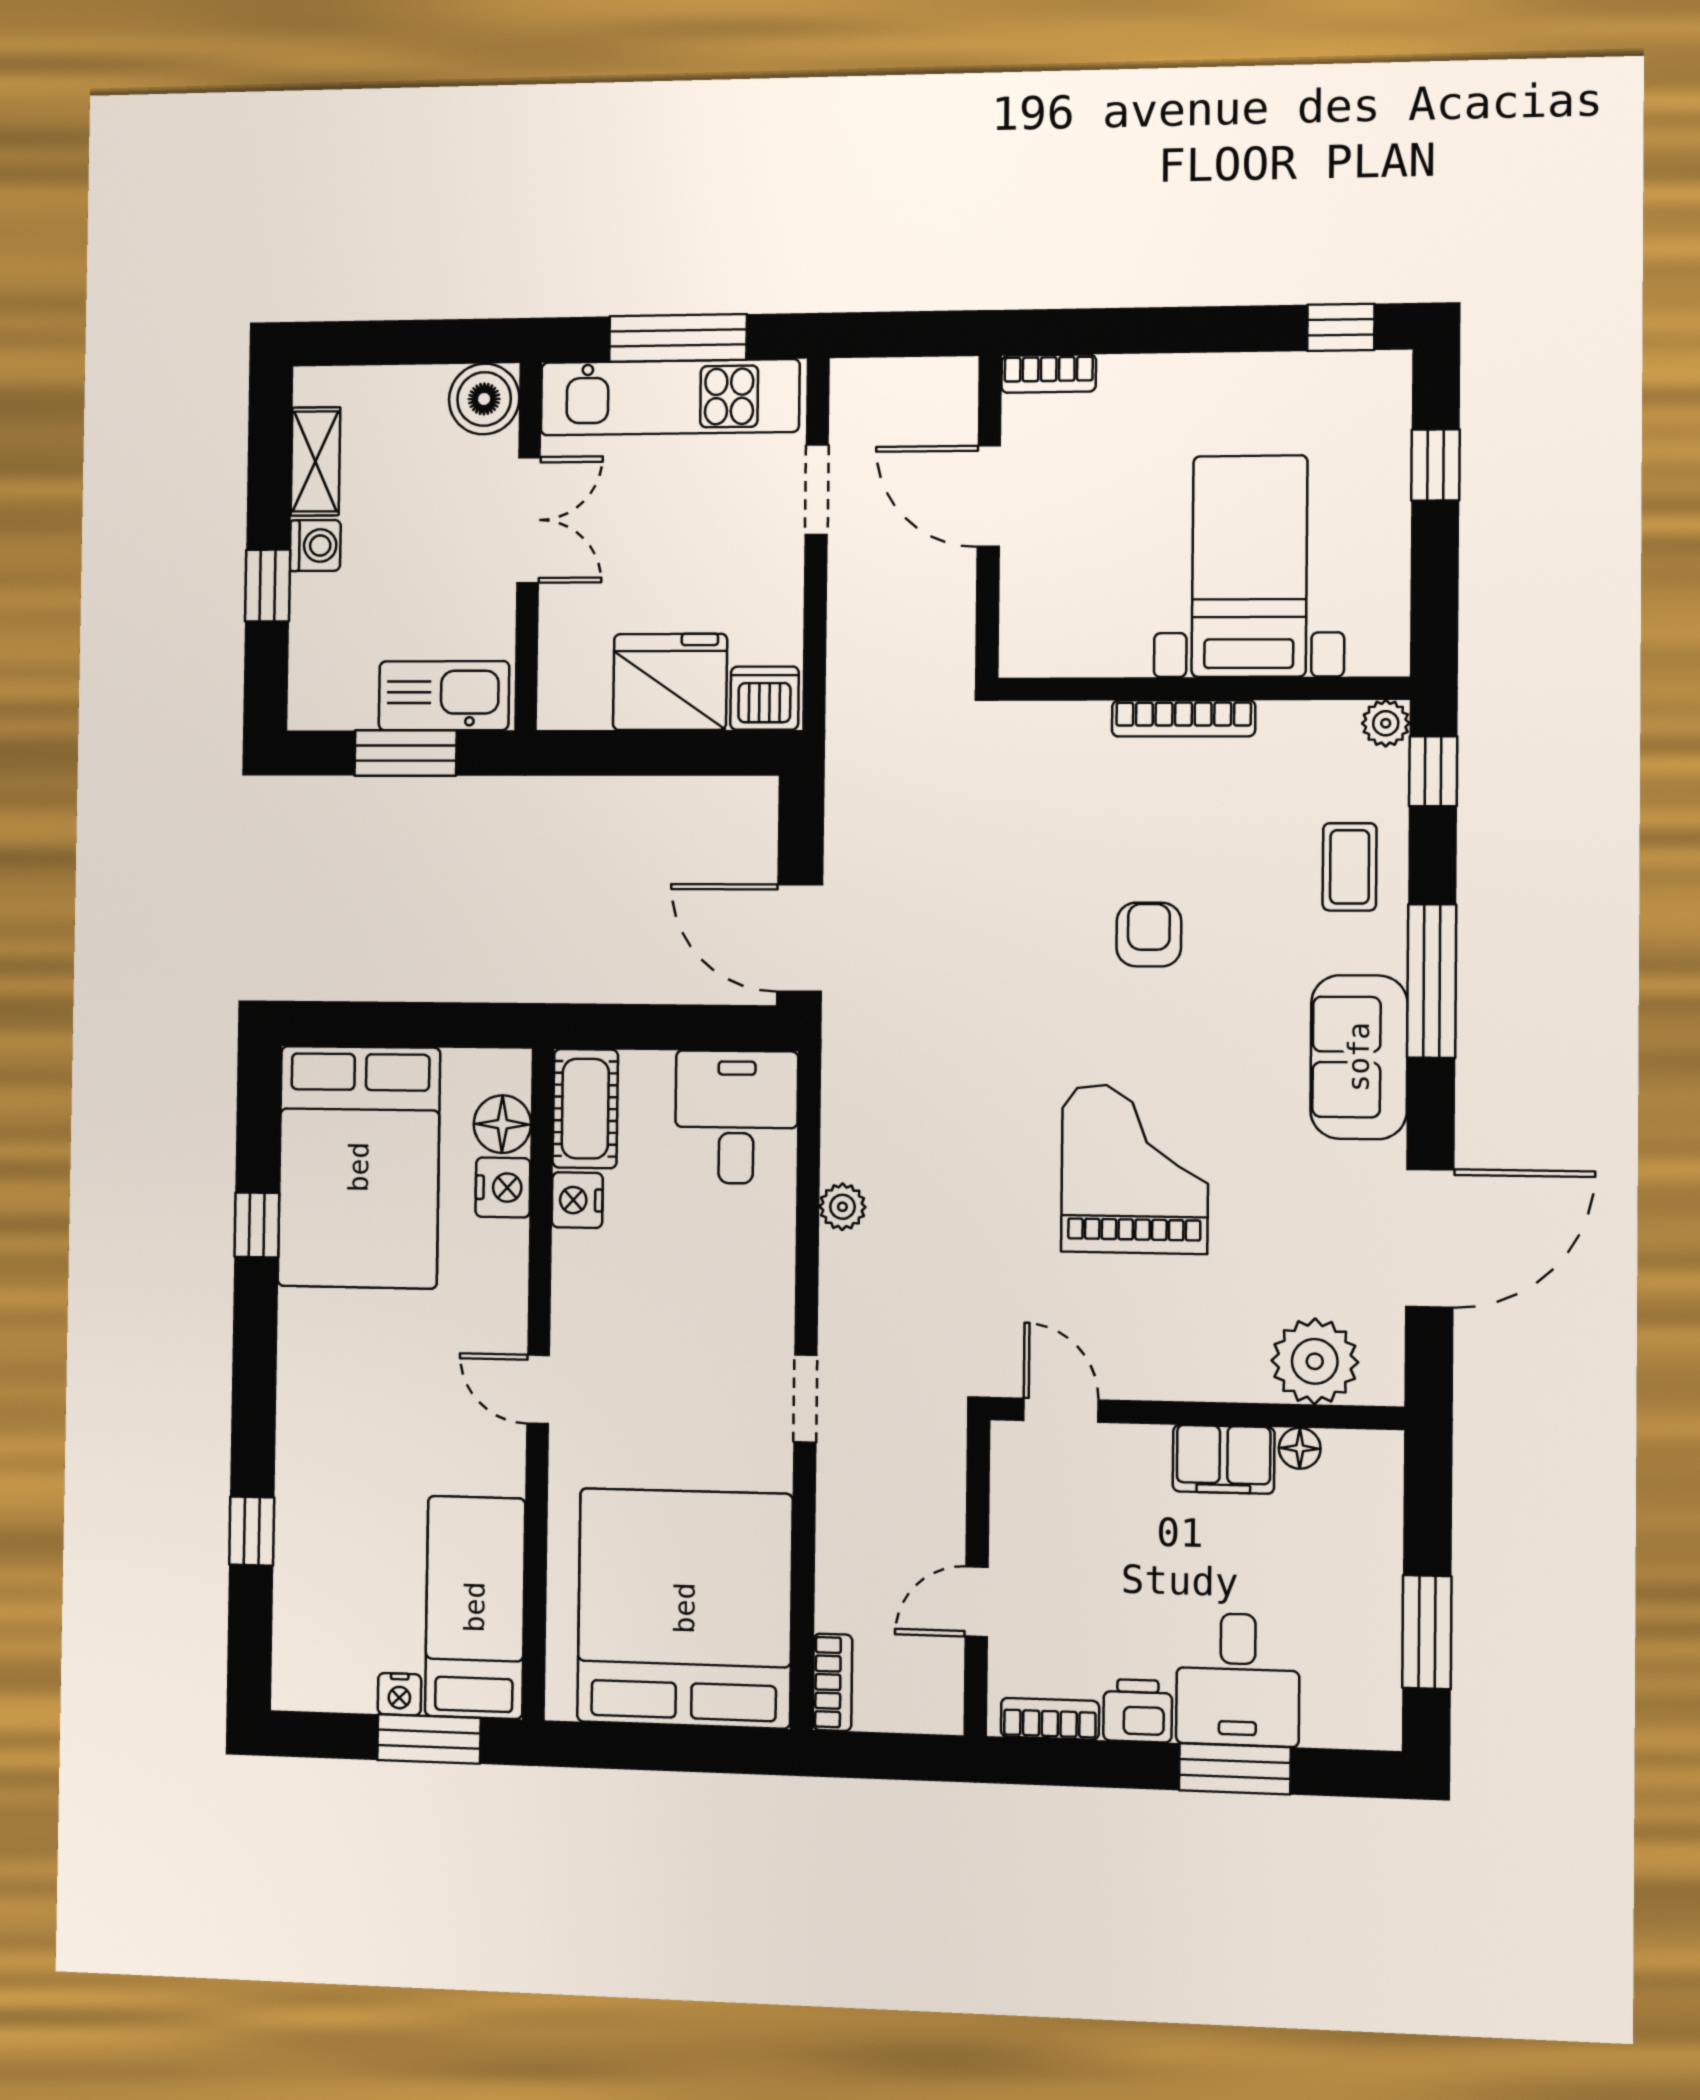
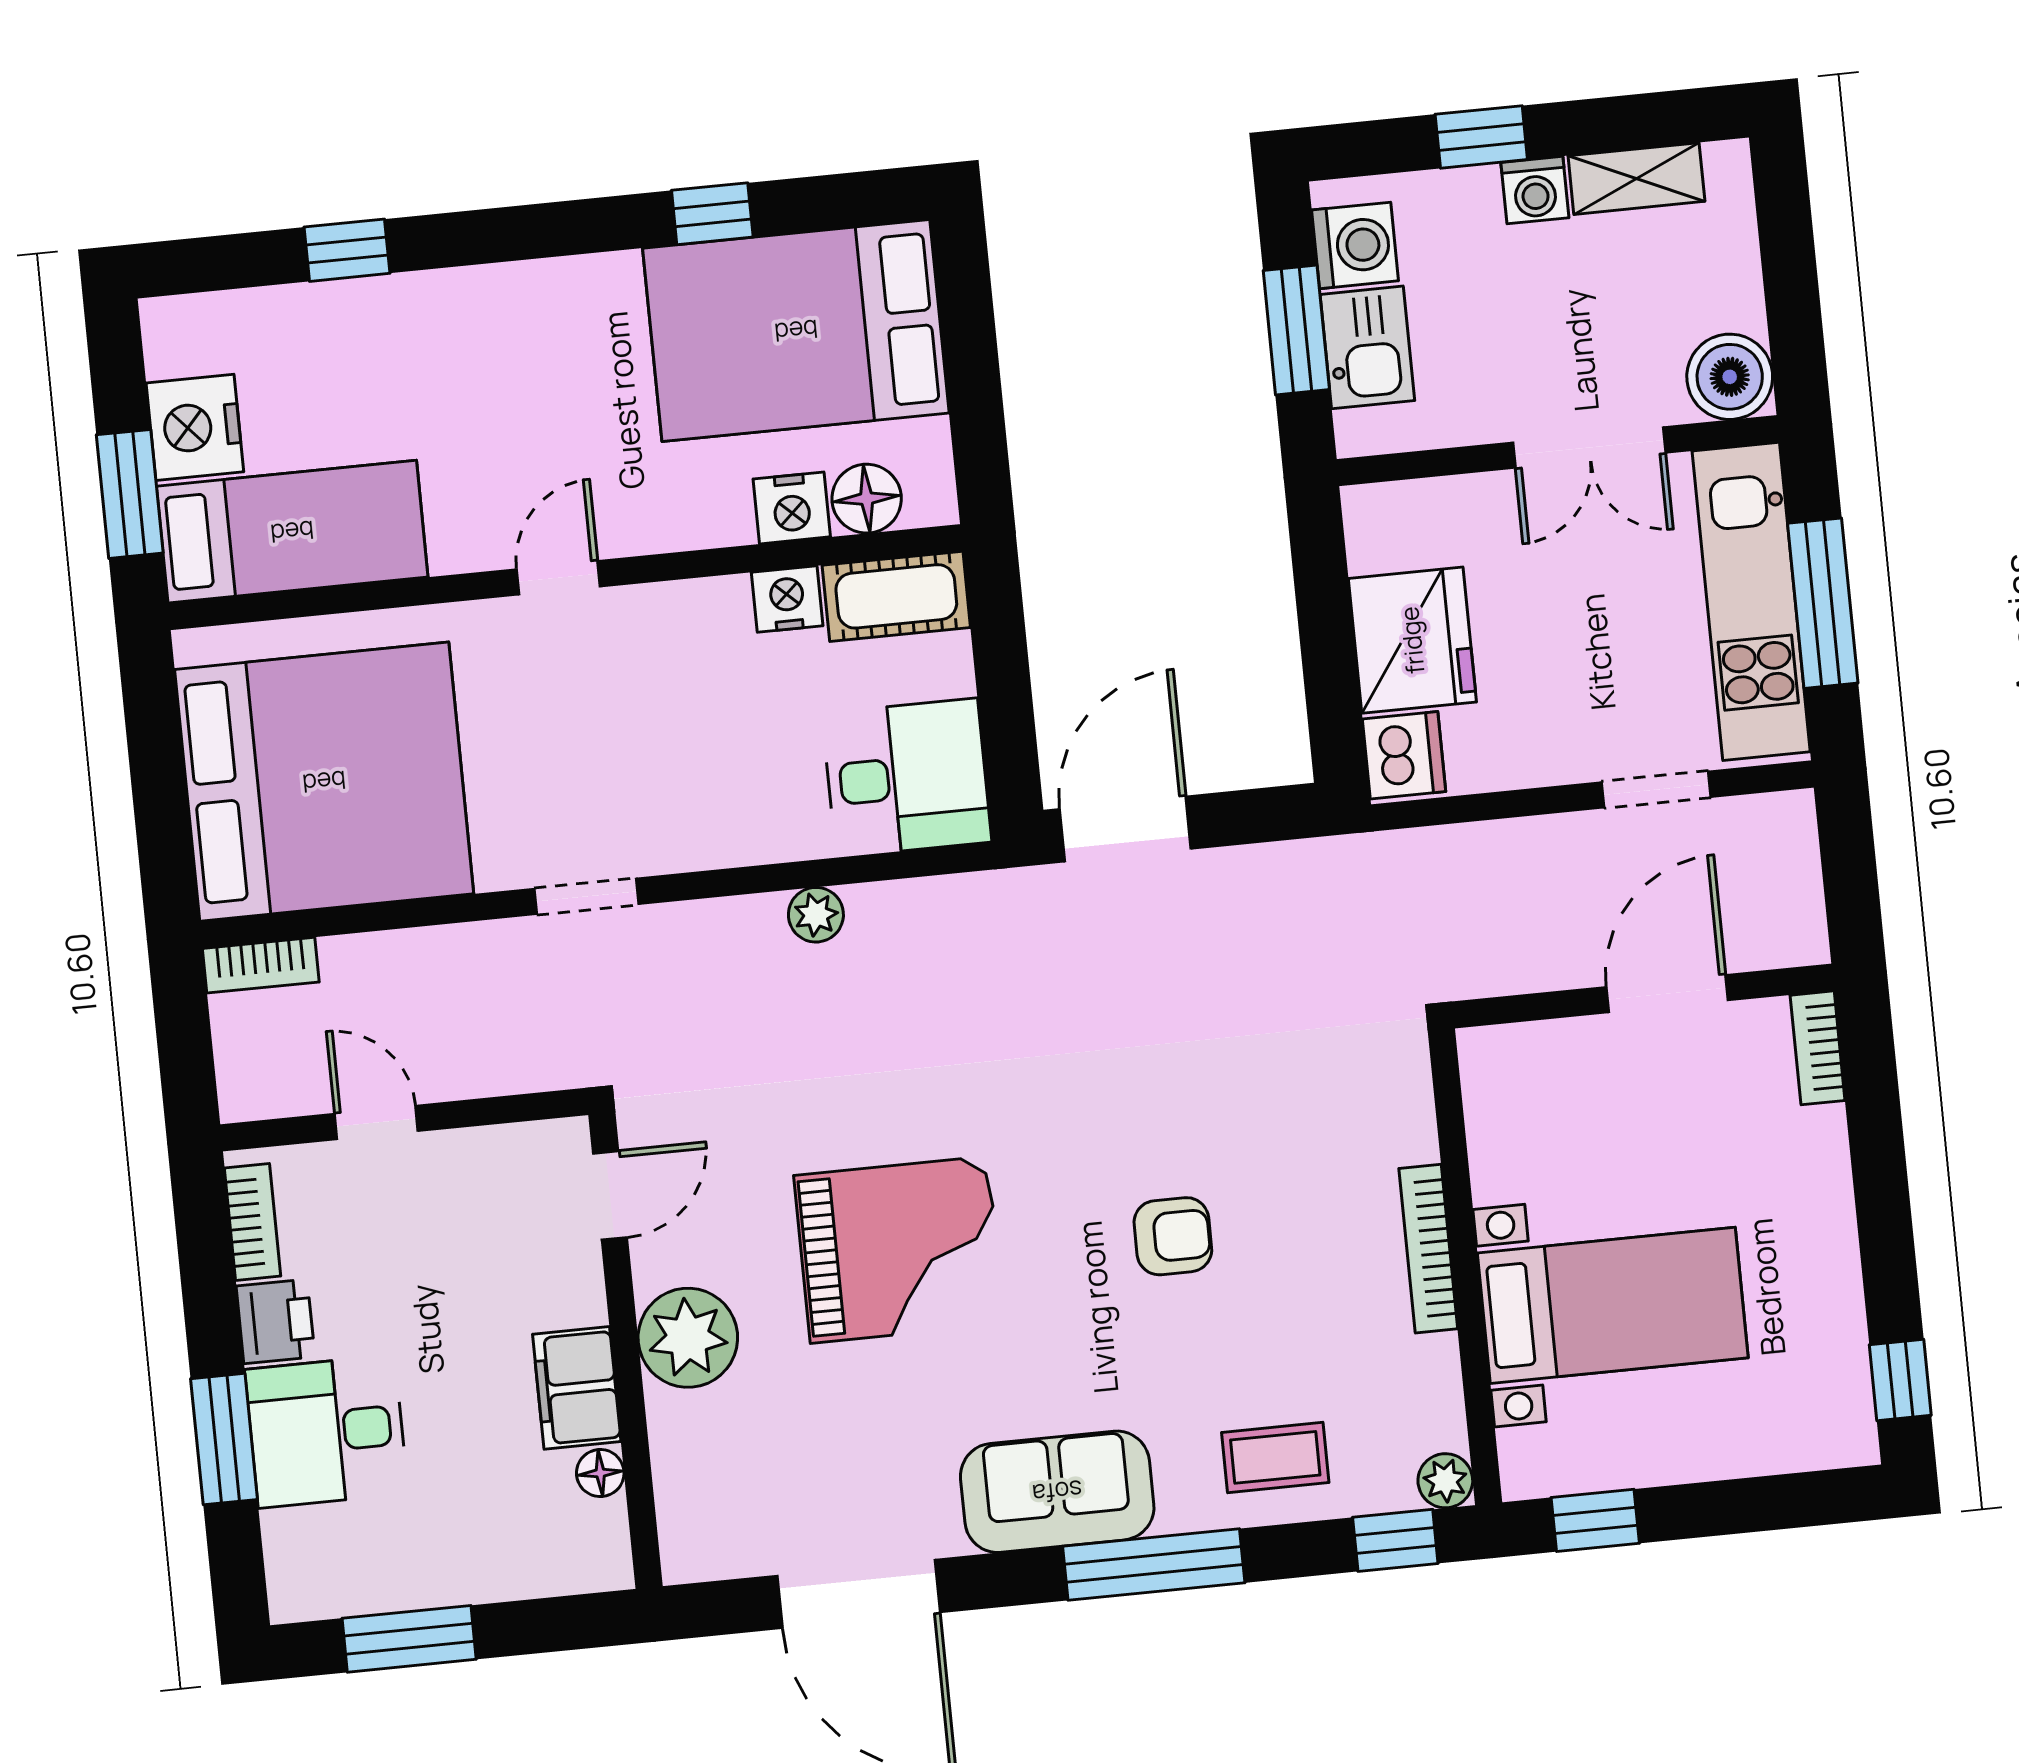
window: (1435, 465) -> (1595, 1520), moved
kitchen sink: (444, 696) -> (1367, 347), width x0.73
washing machine: (343, 698) -> (1355, 245), added
plant: (1315, 1361) -> (688, 1338), moved
nightstand: (399, 1694) -> (195, 427), width x1.89, depth x1.79

